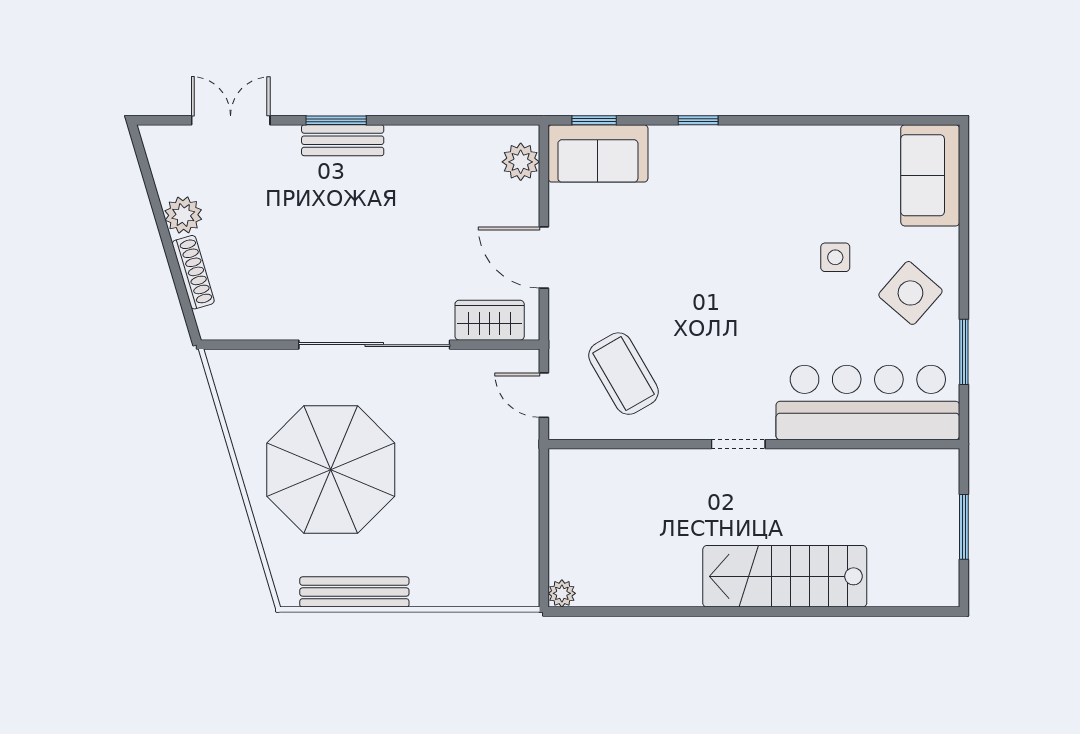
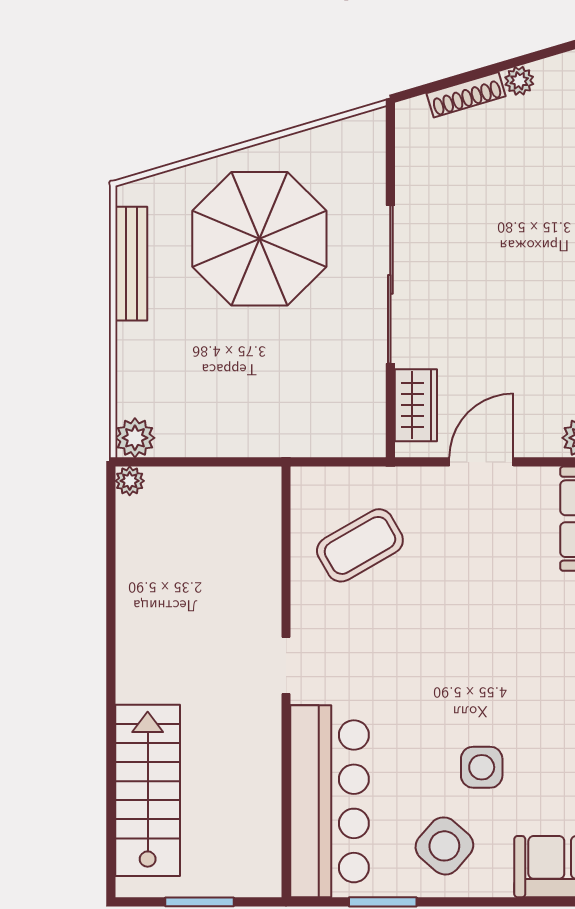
plant: (183, 215) -> (519, 81), width x0.73, depth x0.73
side table: (835, 257) -> (482, 767), width x1.37, depth x1.37
door: (544, 395) -> (337, 462), removed
stairs: (785, 576) -> (148, 790), moved
plant: (521, 588) -> (135, 438), added

